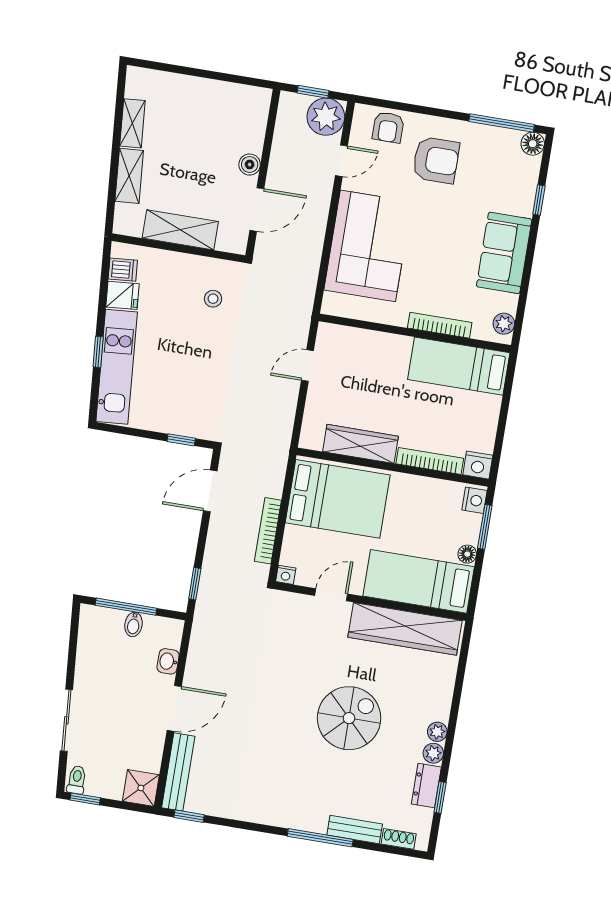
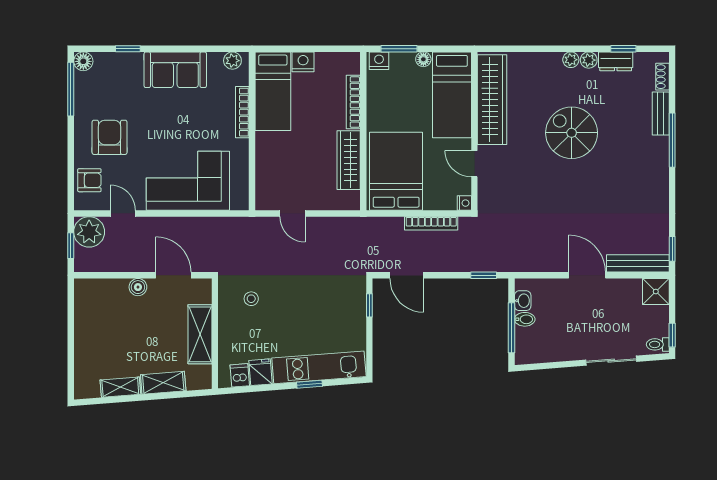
nightstand: (478, 465) -> (303, 62), moved, turned -90
washbasin: (168, 661) -> (523, 301), moved, turned -90

